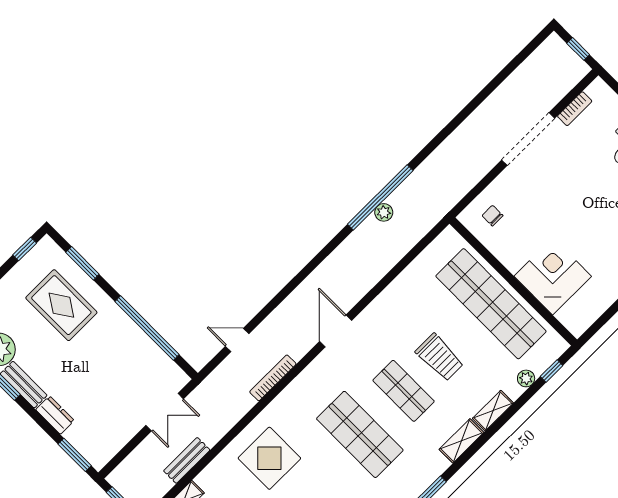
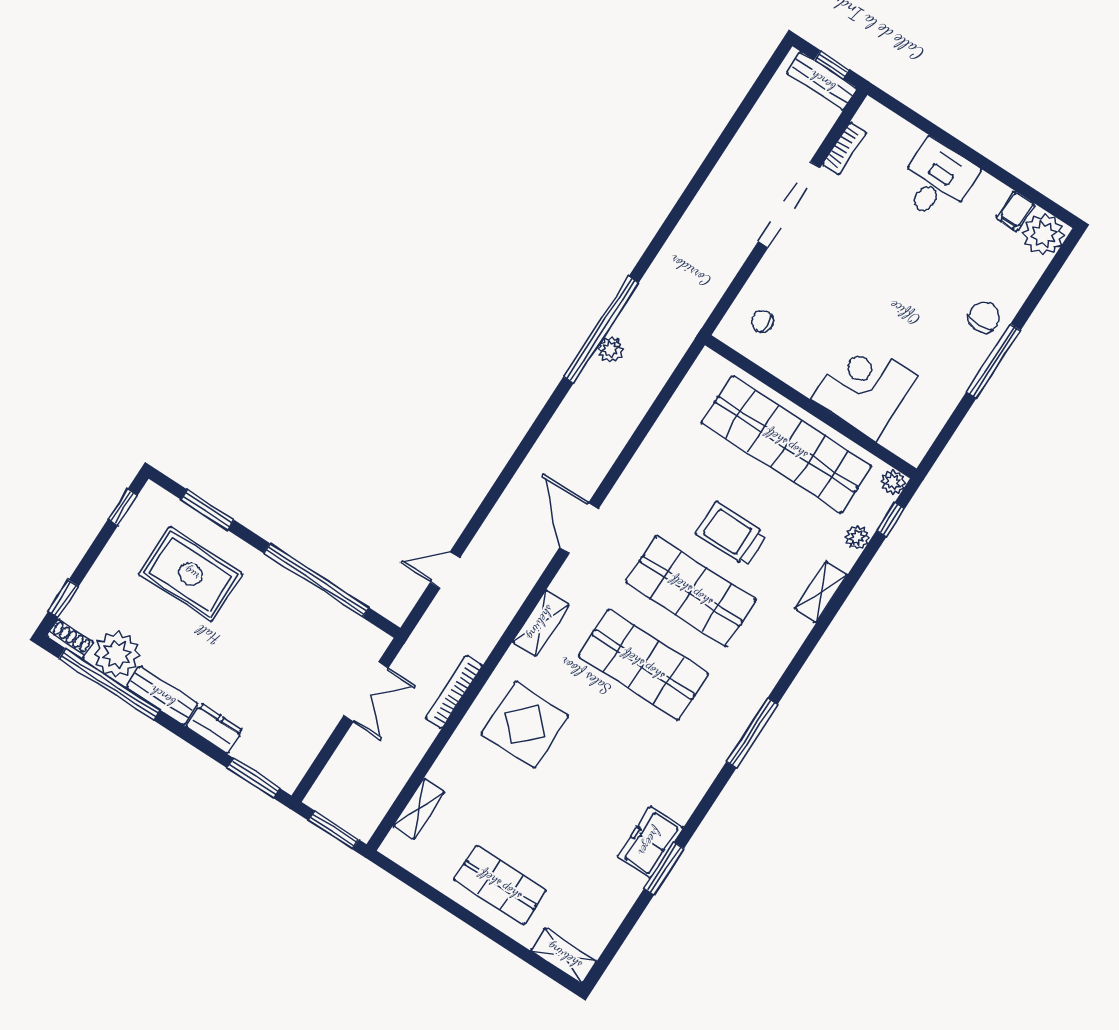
plant: (559, 346) -> (893, 482), added
trolley: (440, 357) -> (731, 534), turned 180
bookcase: (273, 378) -> (454, 692), moved
shop shelf: (404, 391) -> (691, 591), width x1.43, depth x1.36
shelving: (461, 441) -> (541, 623), moved
bench: (187, 460) -> (822, 81), moved, turned 90

